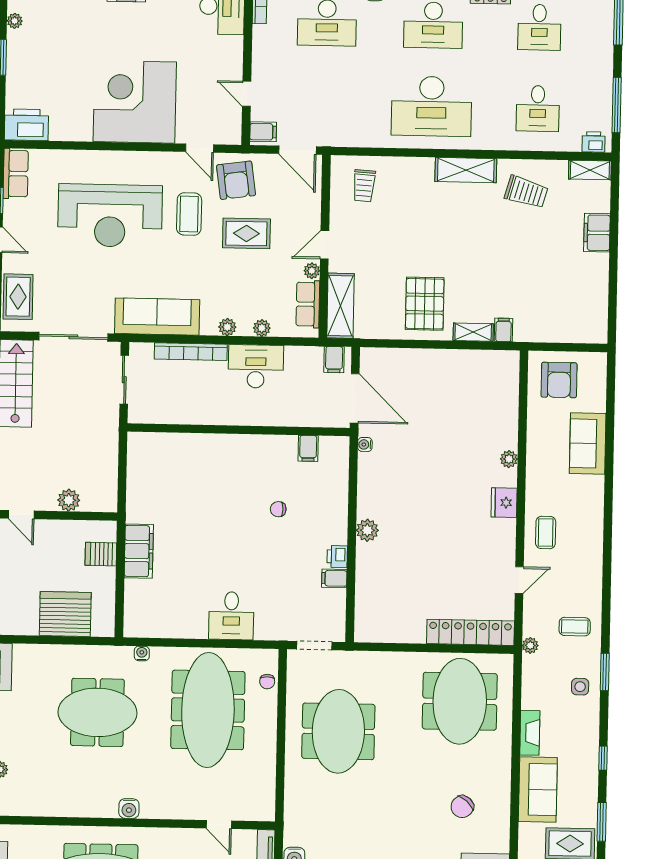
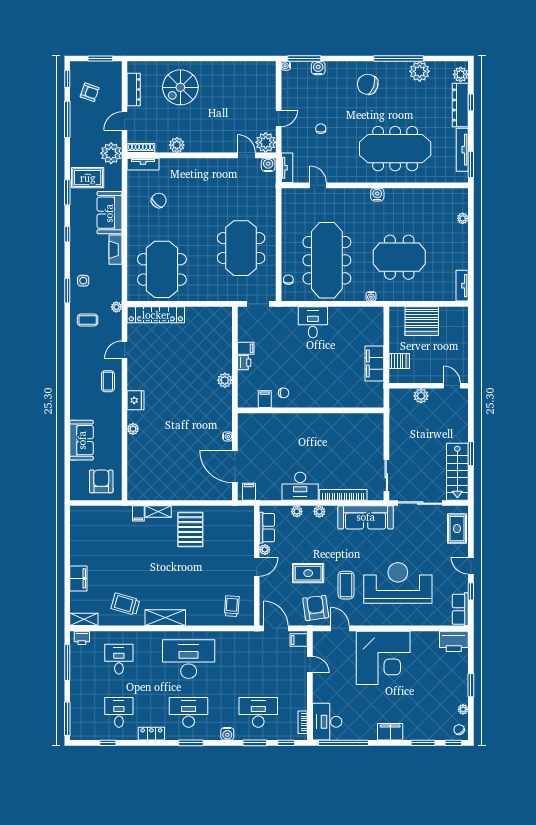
shelving: (340, 306) -> (246, 527), removed
wall: (239, 430) -> (311, 410), moved
filing cabinet: (308, 448) -> (265, 399), moved

